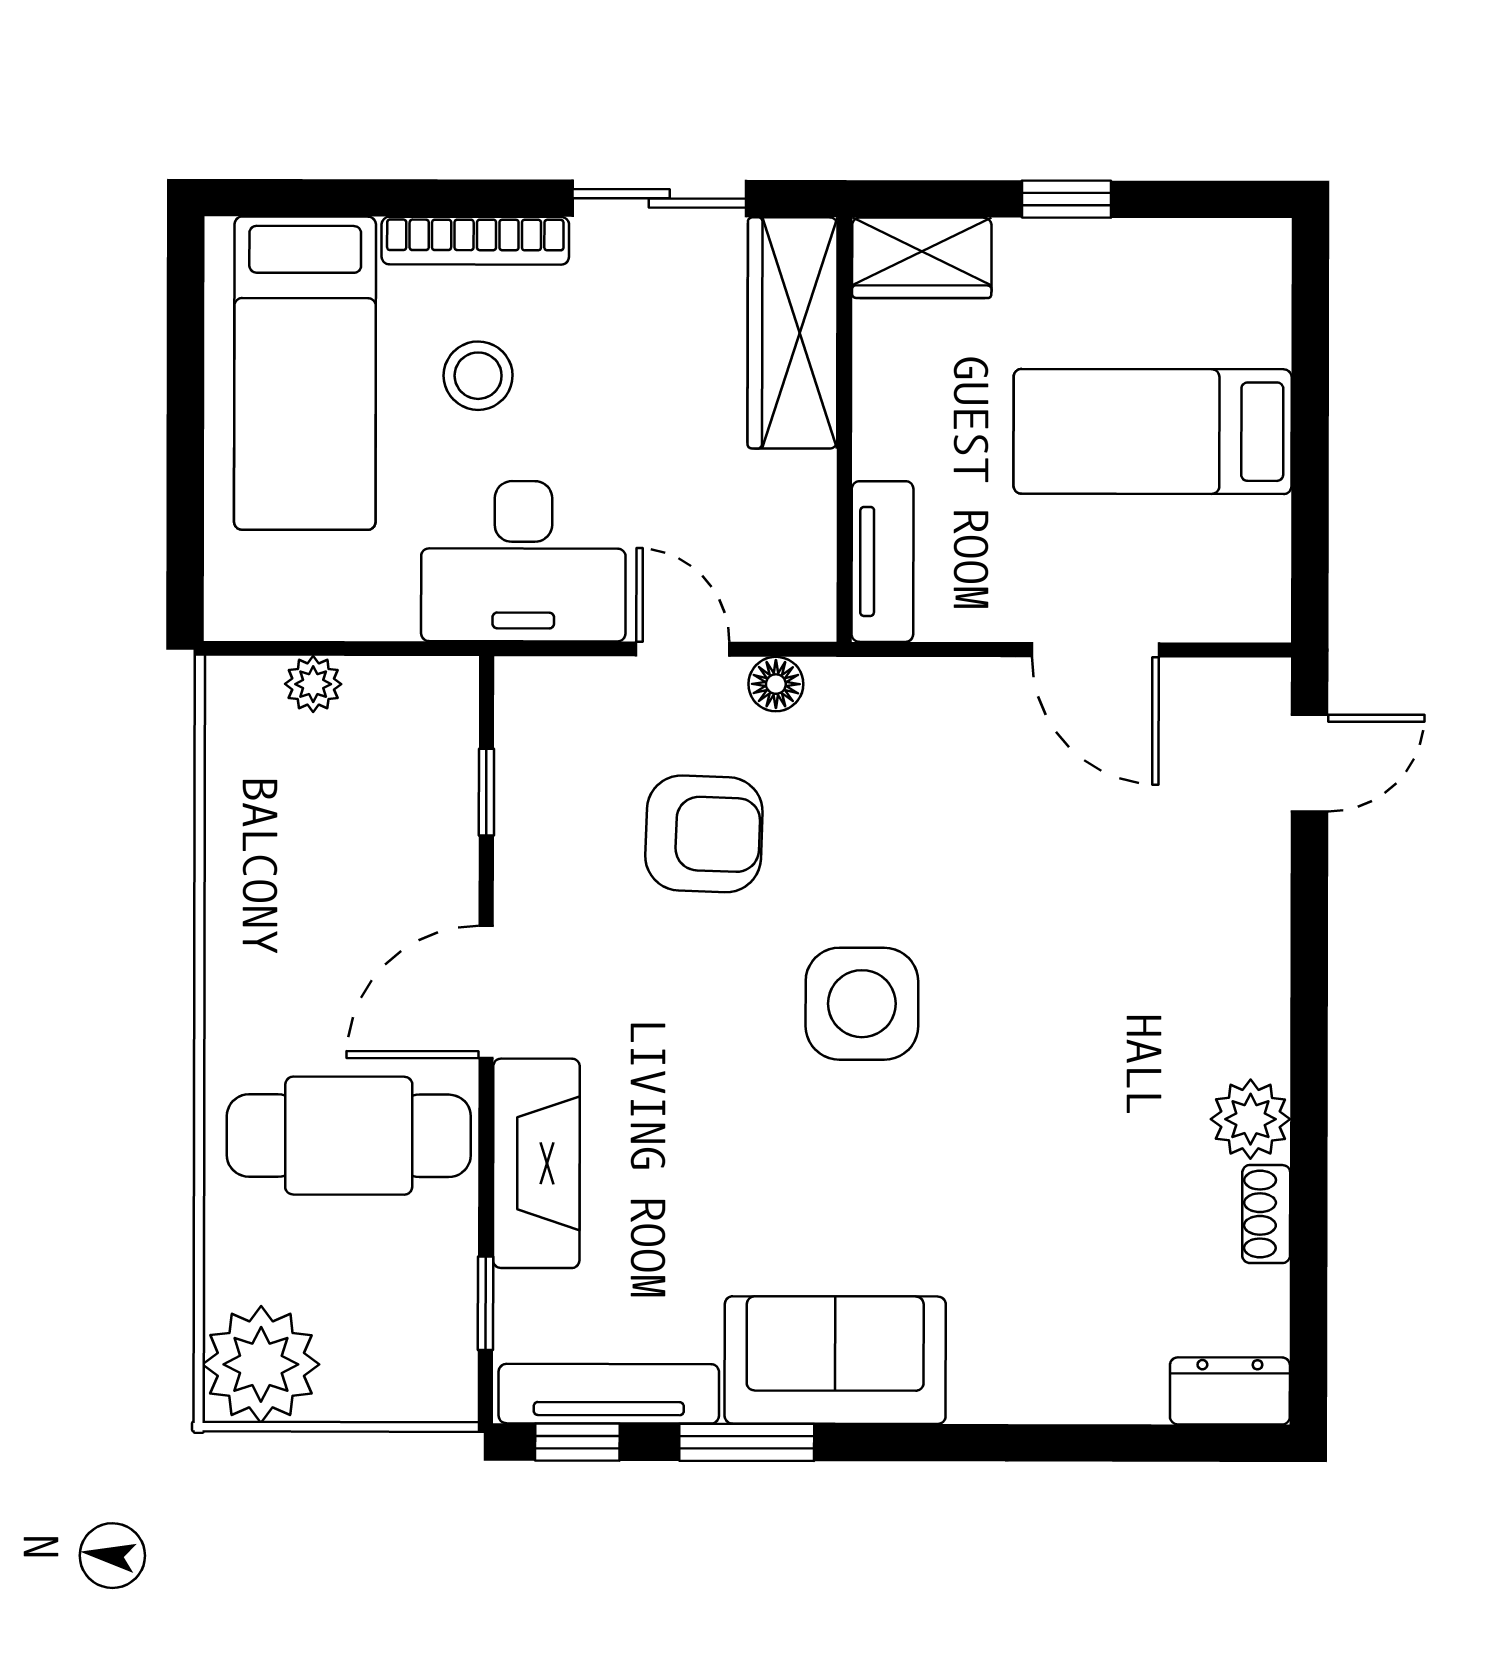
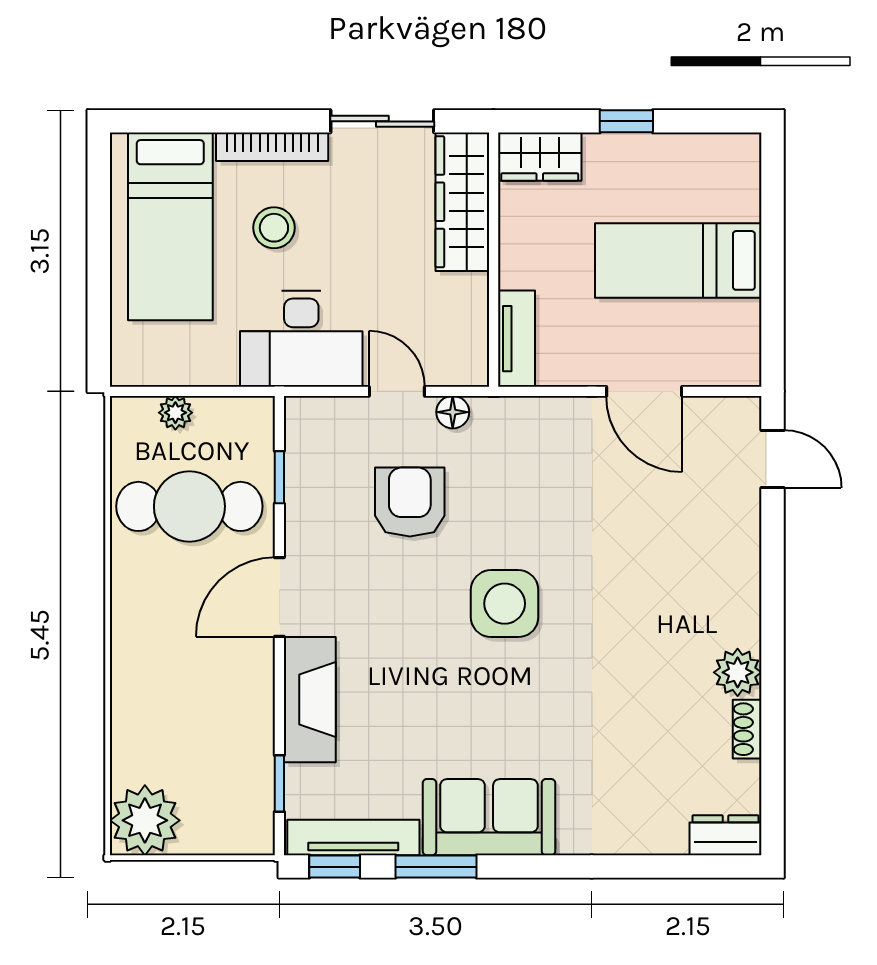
door: (1309, 763) -> (773, 459), hinge flipped
armchair: (704, 834) -> (410, 502), turned -92
cafe table: (349, 1136) -> (189, 506), moved

